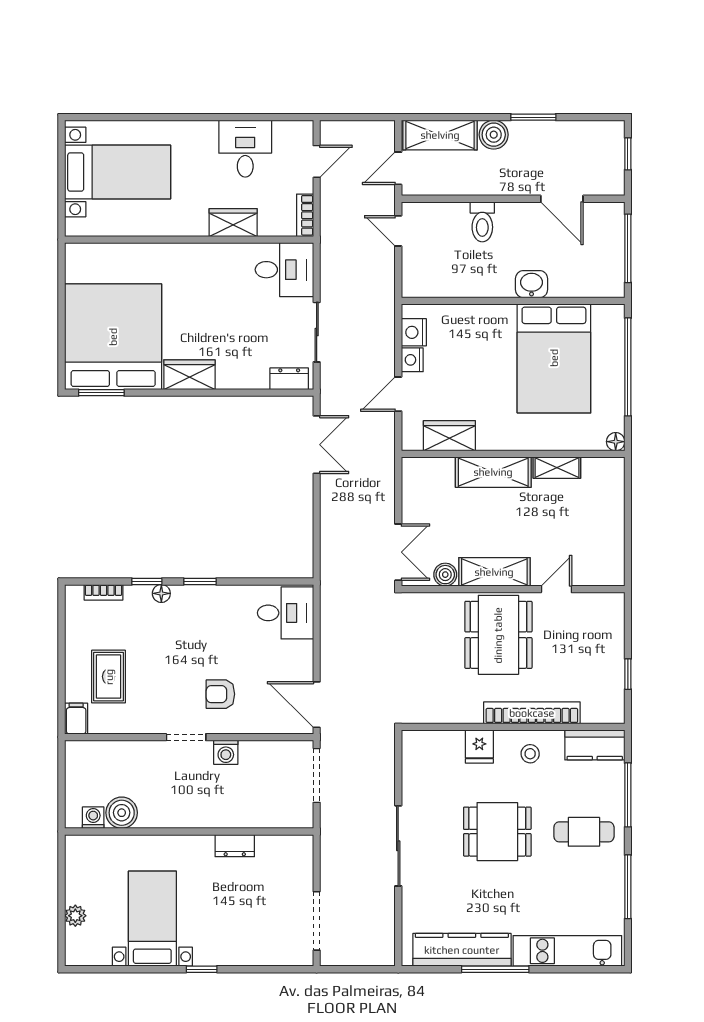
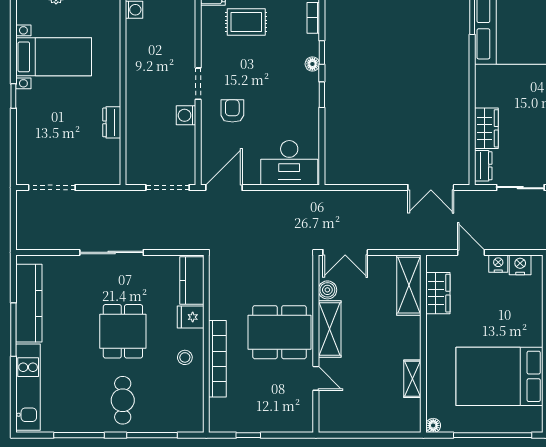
wardrobe: (189, 375) -> (486, 128), moved
shelving: (493, 472) -> (409, 285), moved
desk: (286, 613) -> (289, 163), width x1.37
kitchen counter: (595, 745) -> (192, 280), moved
boiler: (122, 813) -> (138, 32), removed

